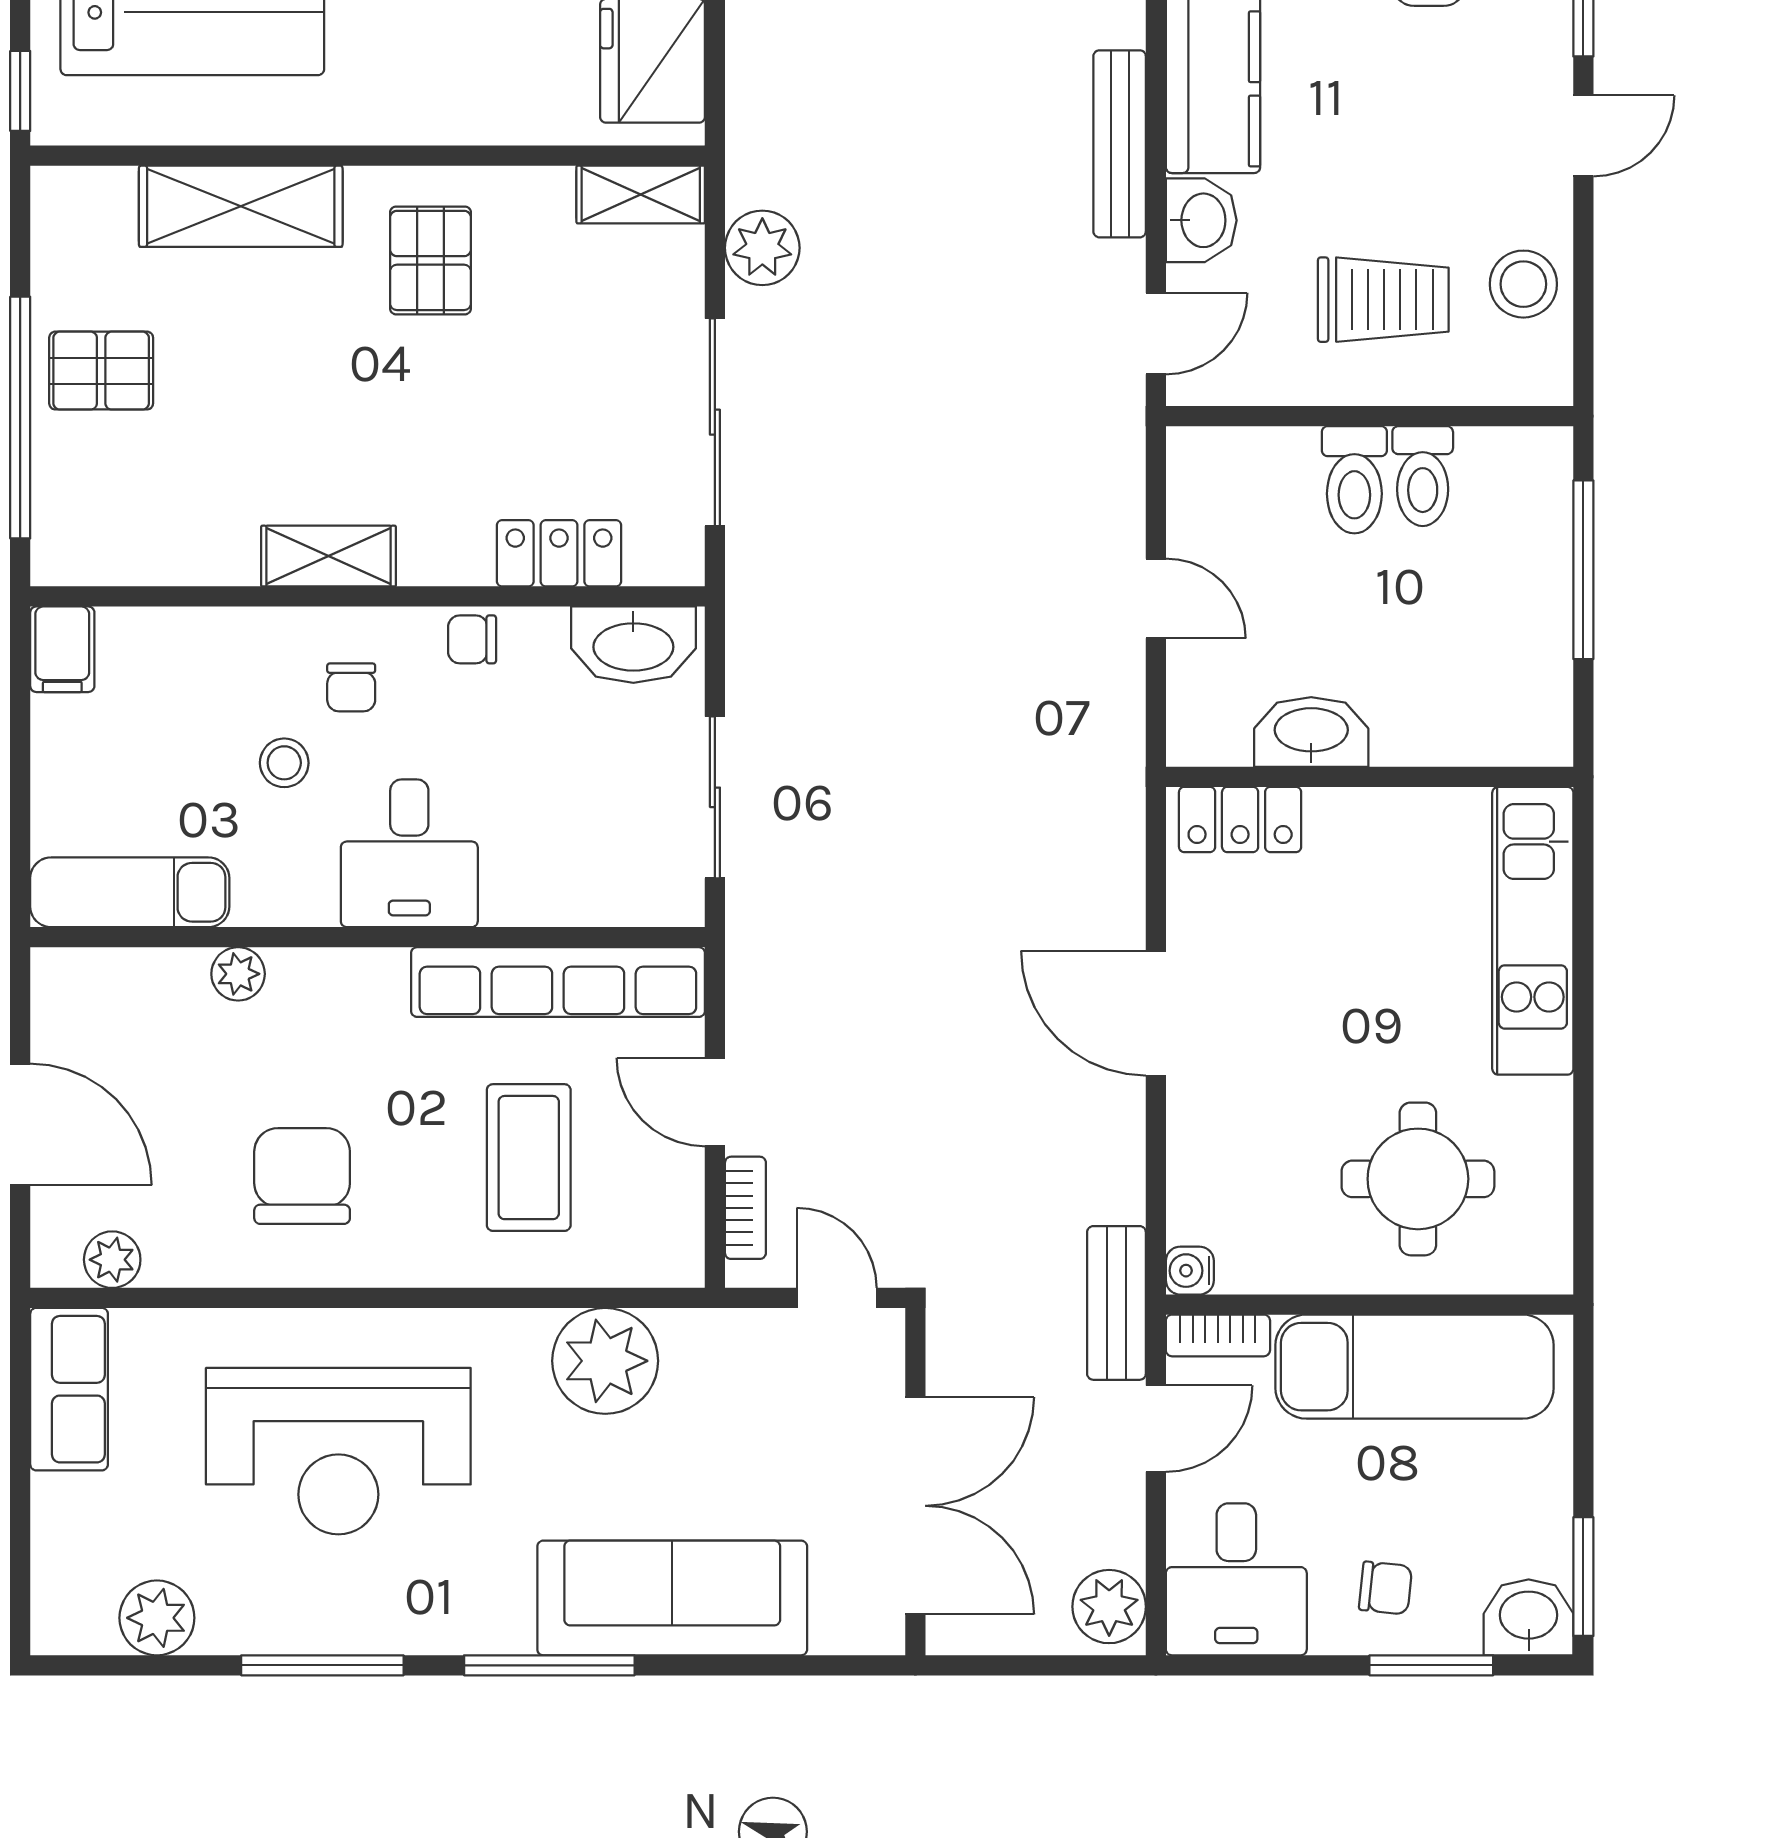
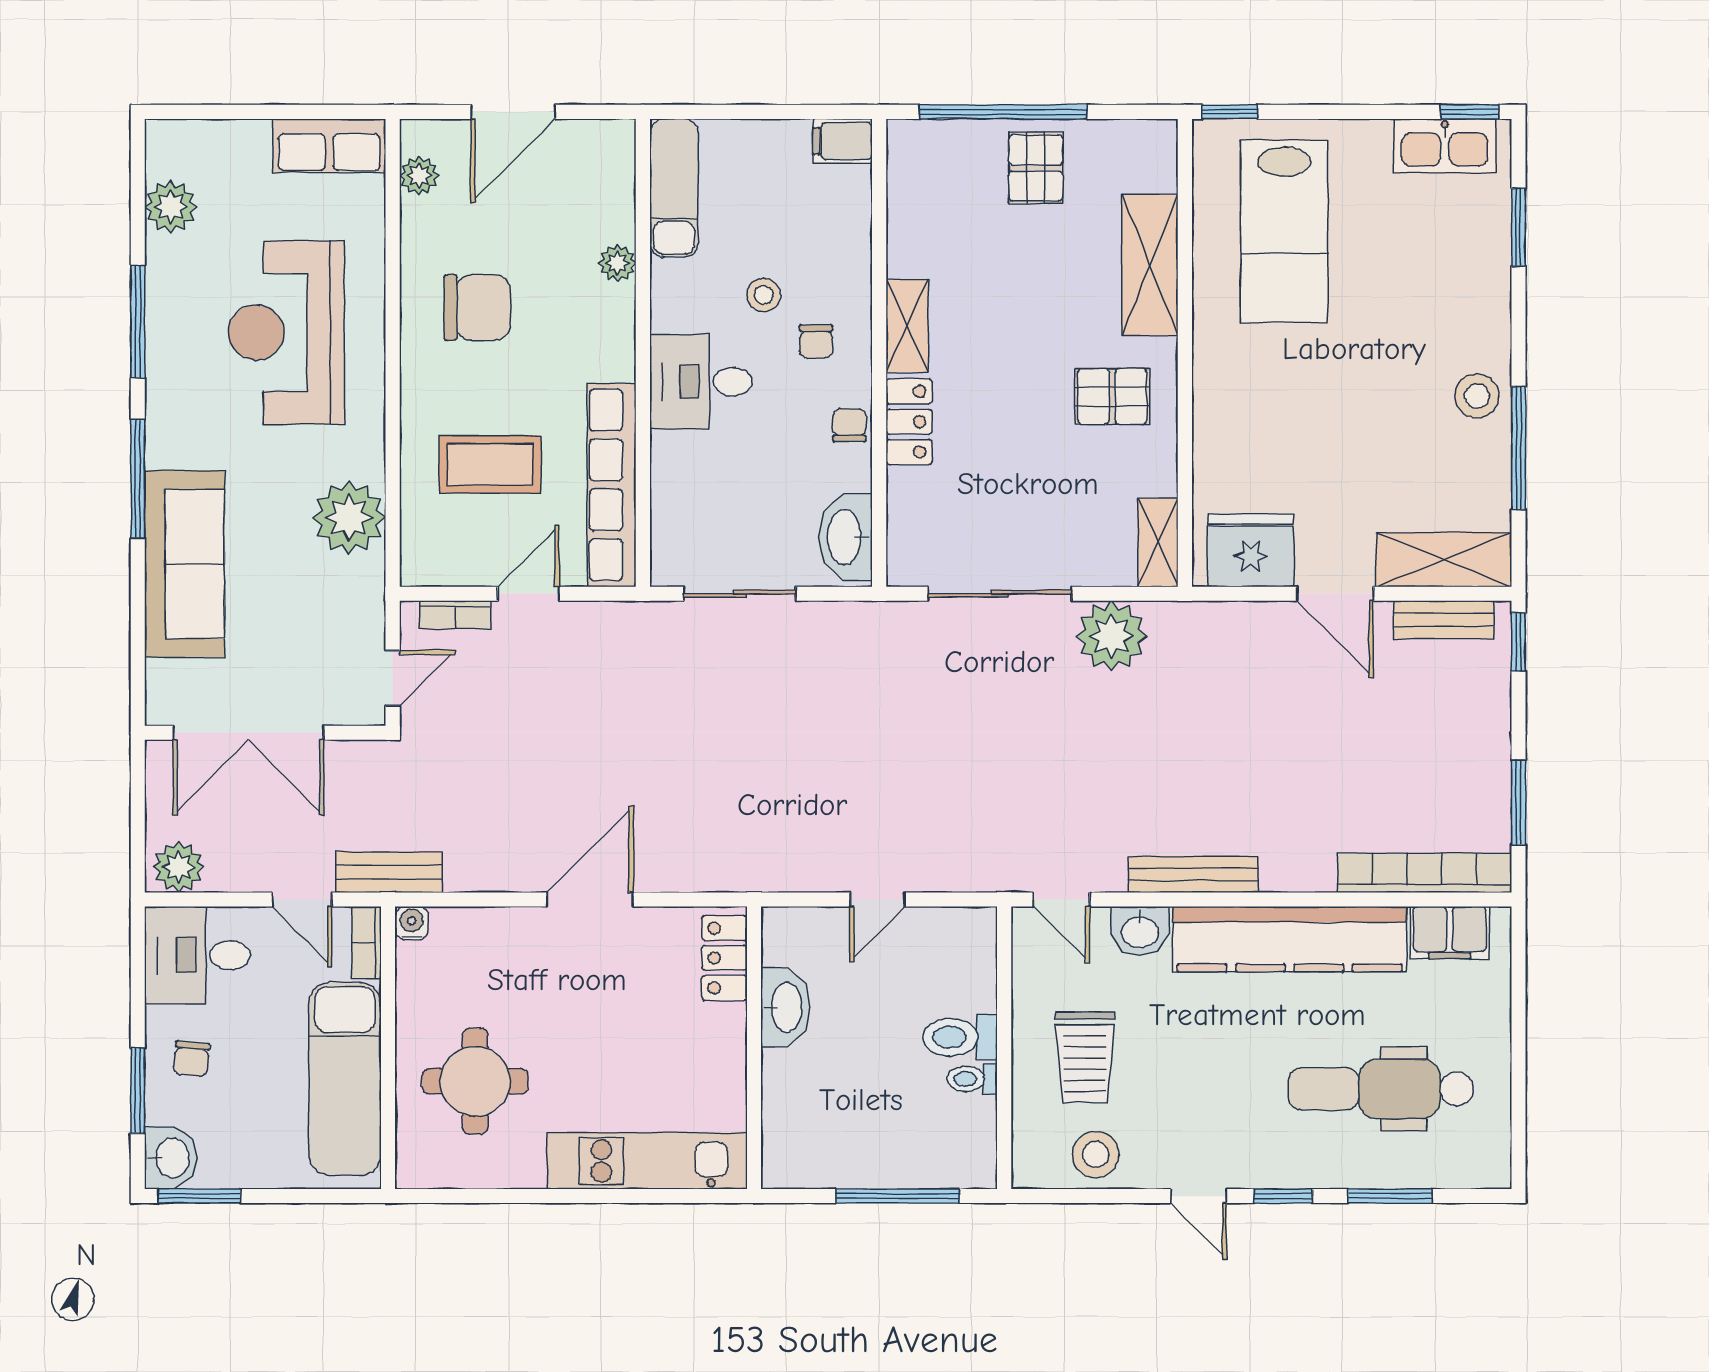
plant: (762, 248) -> (1111, 636), width x1.36, depth x1.36
toilet: (1423, 476) -> (972, 1079), width x0.73, depth x0.72
locker: (559, 553) -> (909, 422), moved
chair: (351, 687) -> (816, 341), turned -90

